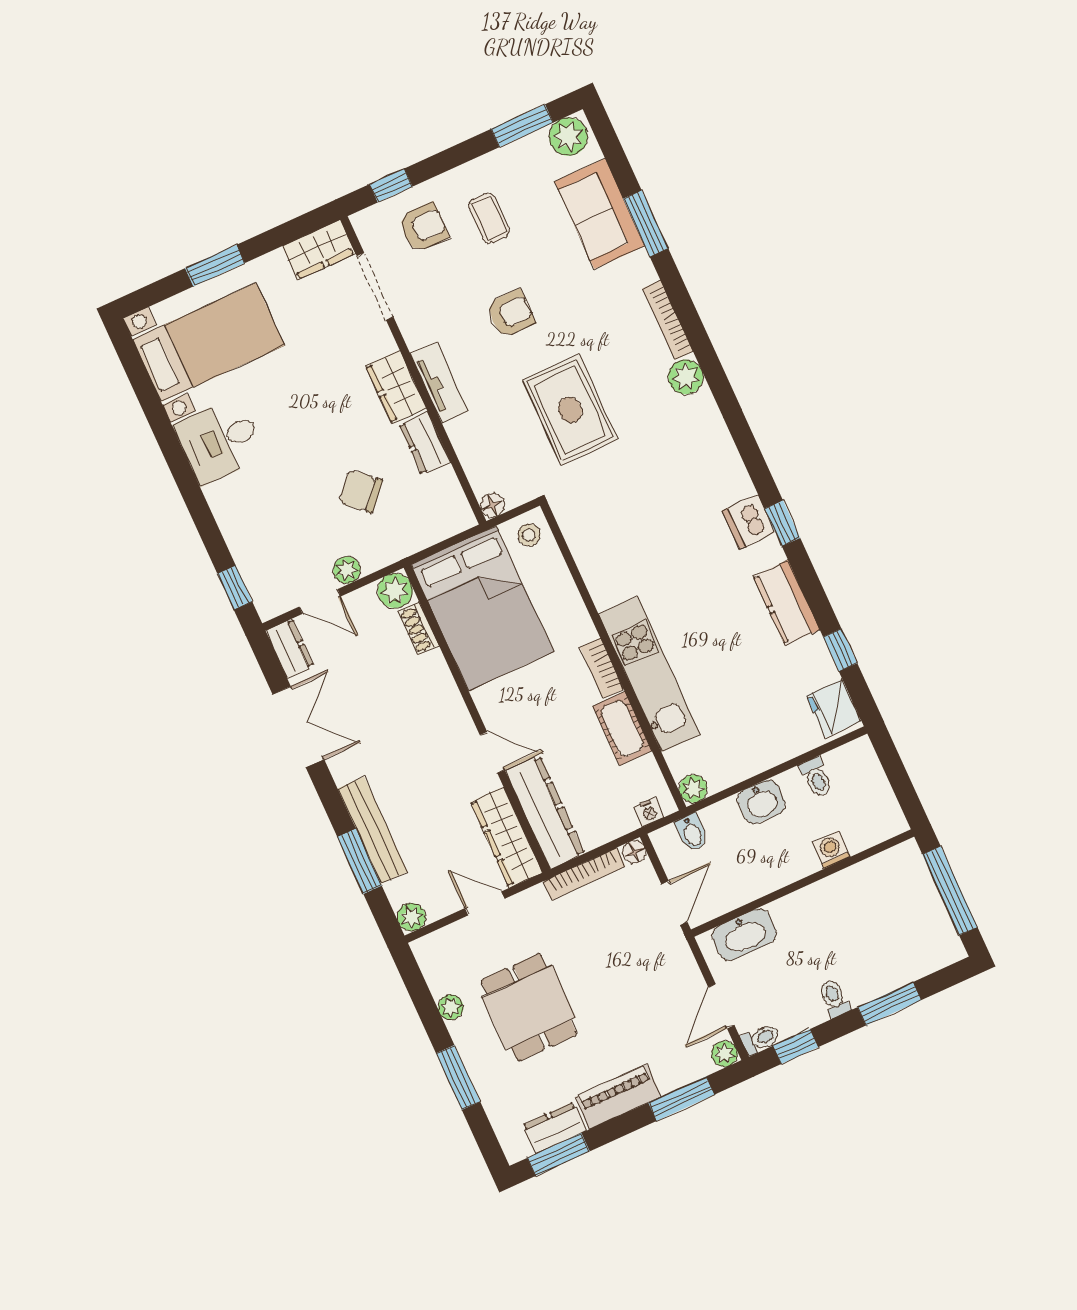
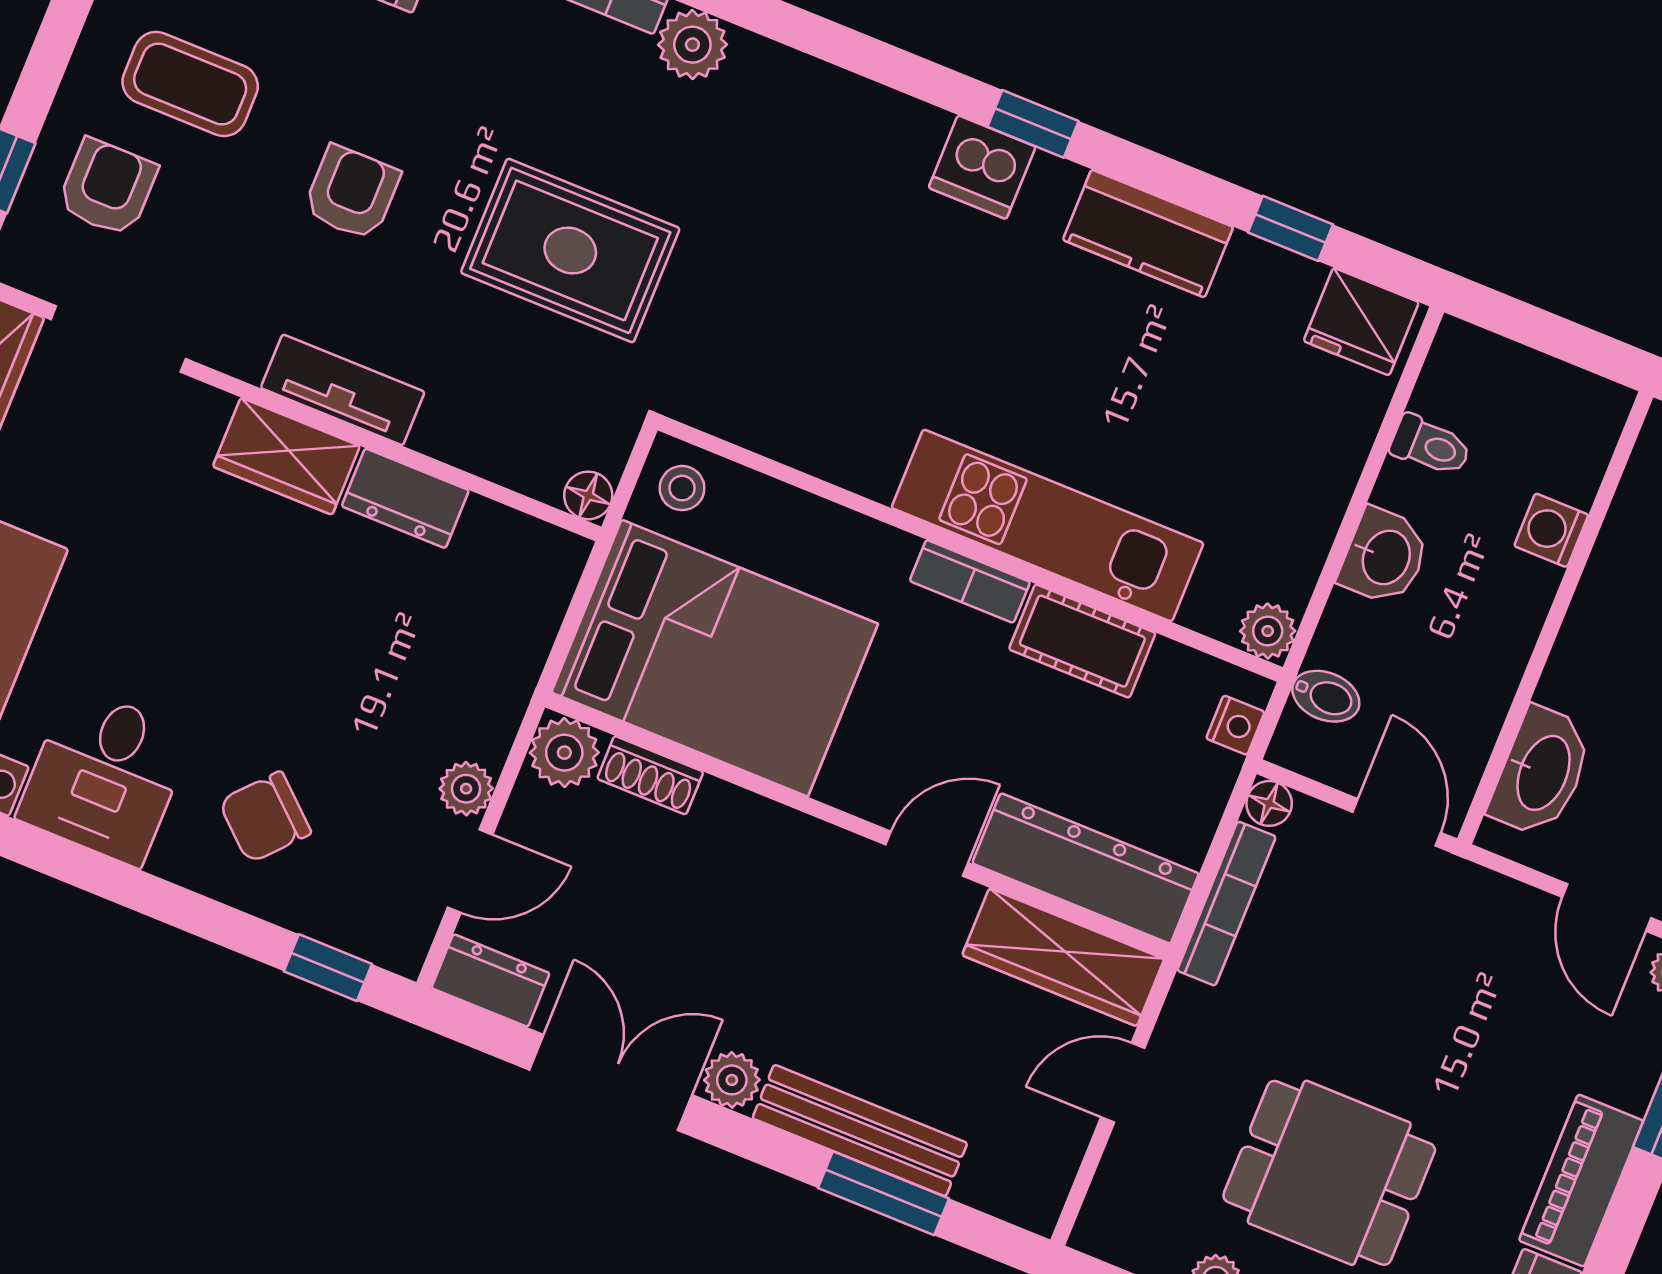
coffee table: (489, 218) -> (190, 84), width x1.36, depth x1.30
chair: (361, 491) -> (265, 817), moved
plant: (411, 917) -> (732, 1080), moved

